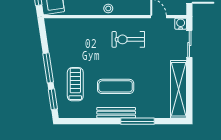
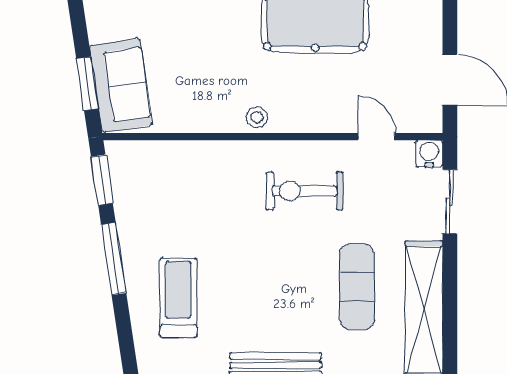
exercise mat: (116, 86) -> (357, 287), moved, turned 90
window: (53, 99) -> (102, 180), moved

